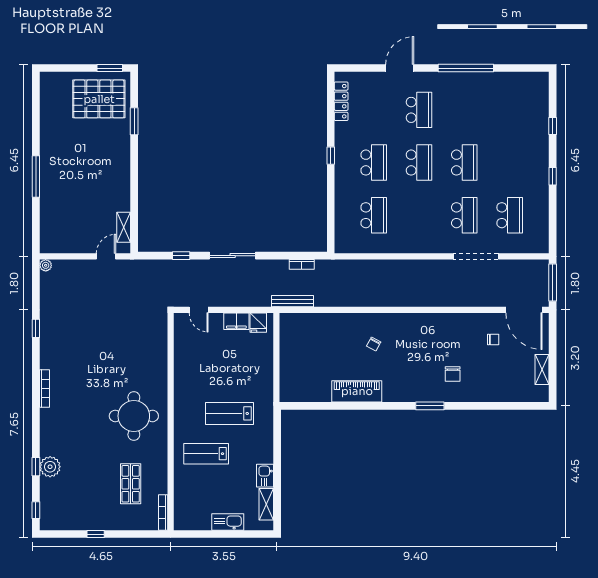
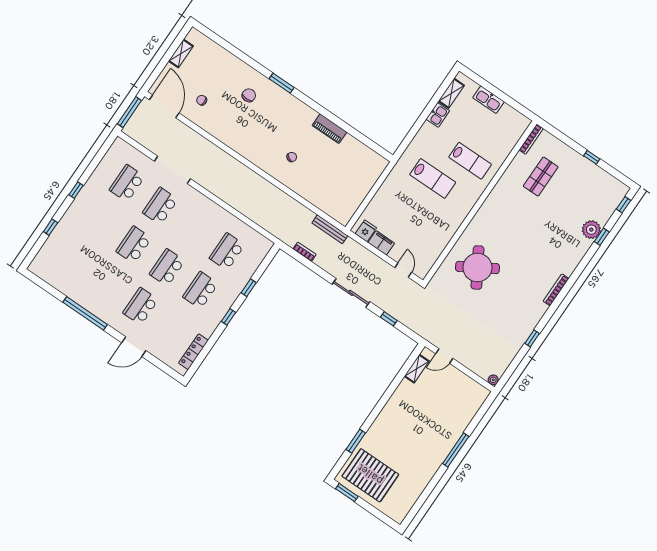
window: (331, 195) -> (249, 288), added
piano: (357, 391) -> (329, 129), width x0.73, depth x0.75
round table: (134, 416) -> (477, 268), moved, turned -31

